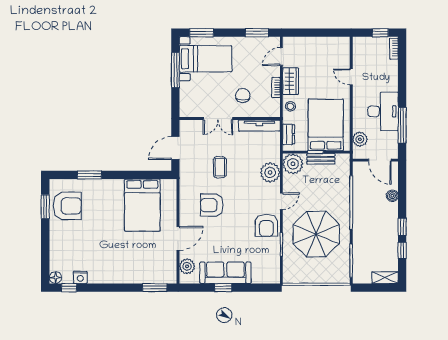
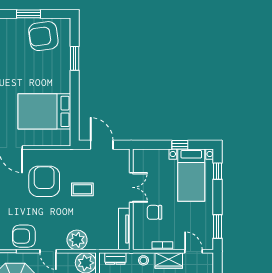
window: (202, 33) -> (218, 171), width x0.67
window: (175, 70) -> (180, 145), width x0.46
chair: (243, 95) -> (154, 212), turned 180
double door: (218, 119) -> (131, 187), swing flipped
armchair: (212, 205) -> (44, 181), width x1.36, depth x1.36
armchair: (67, 206) -> (43, 36), turned 82
window: (45, 207) -> (29, 14), moved

